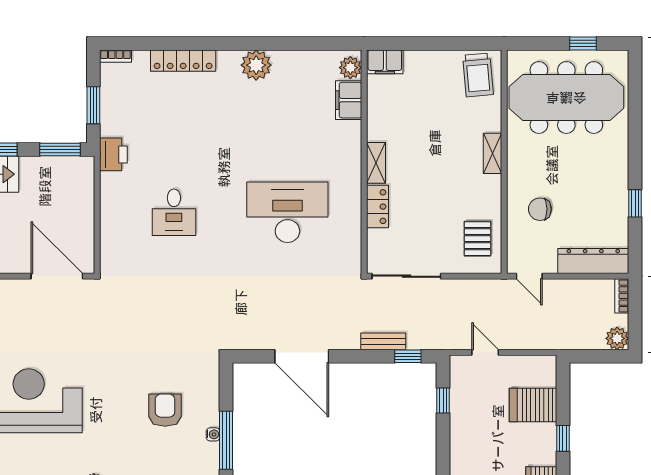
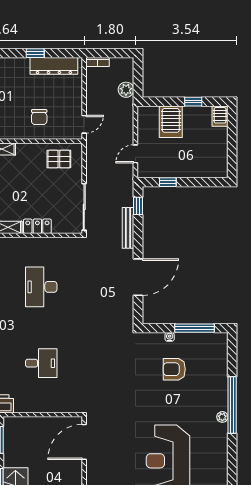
desk: (287, 212) -> (41, 287), width x0.73, depth x0.77
dresser: (593, 261) -> (54, 66), moved, turned -90
plant: (617, 338) -> (126, 90), moved
bench: (383, 341) -> (128, 228), width x1.36
water cooler: (213, 434) -> (170, 337), moved

